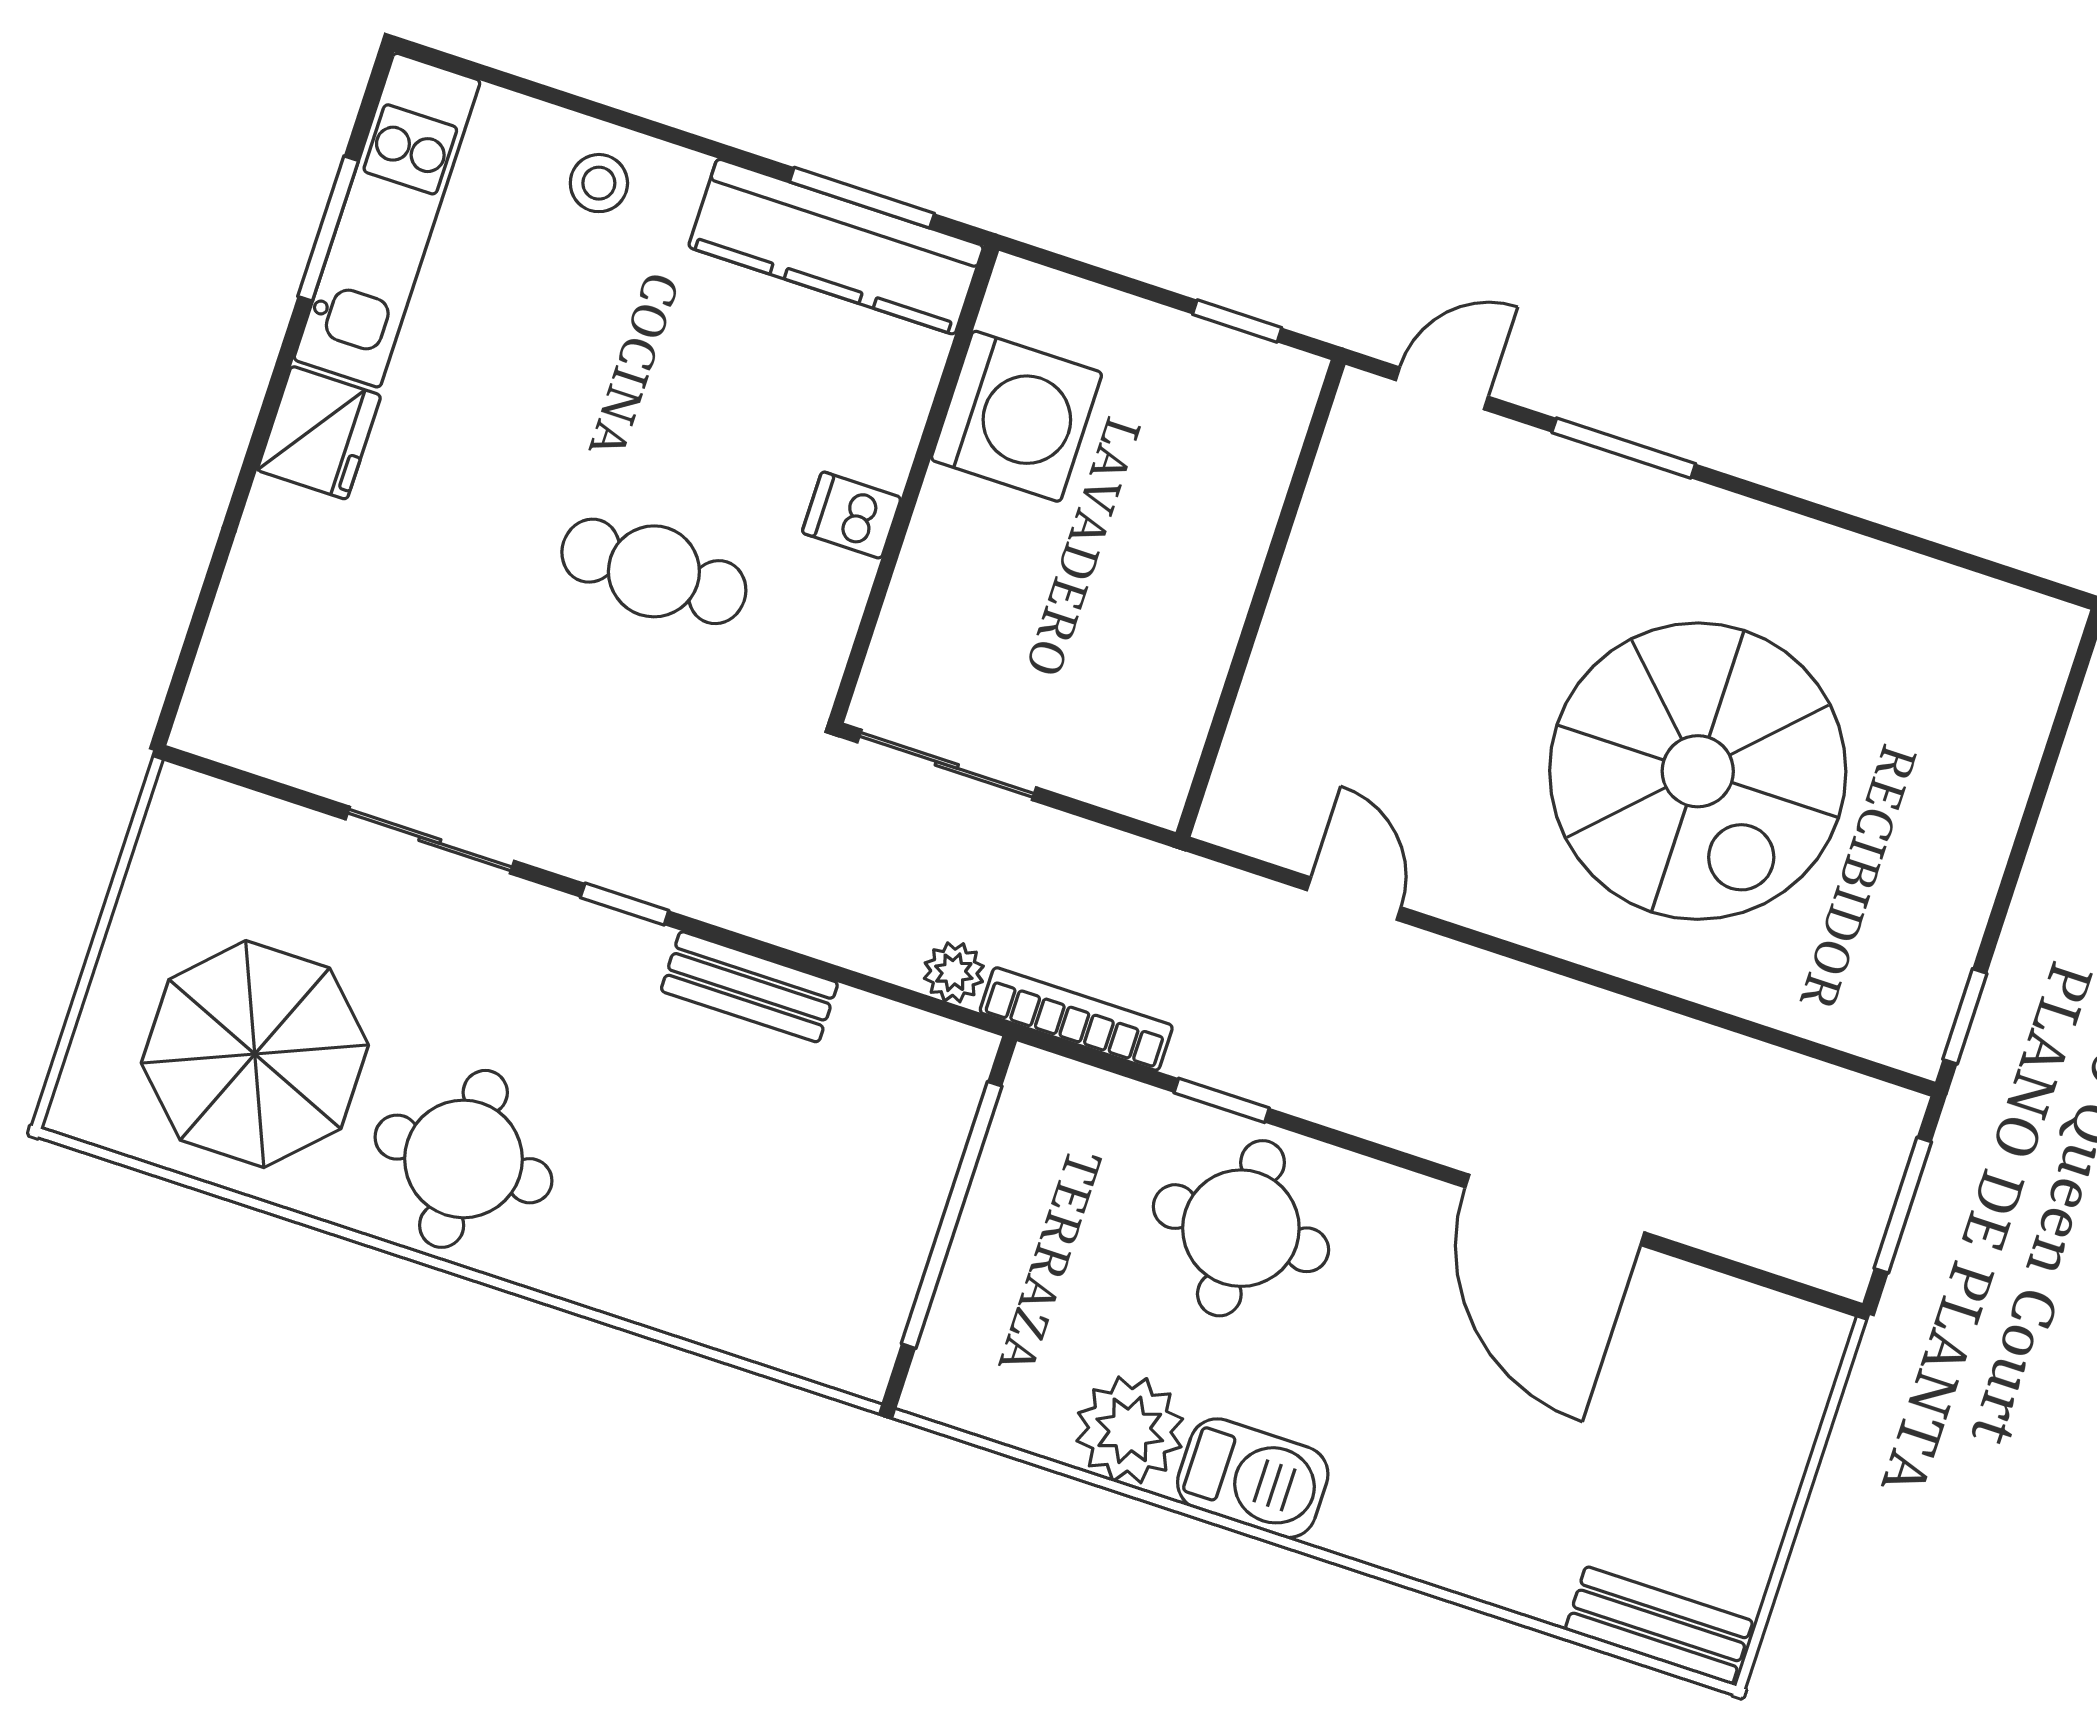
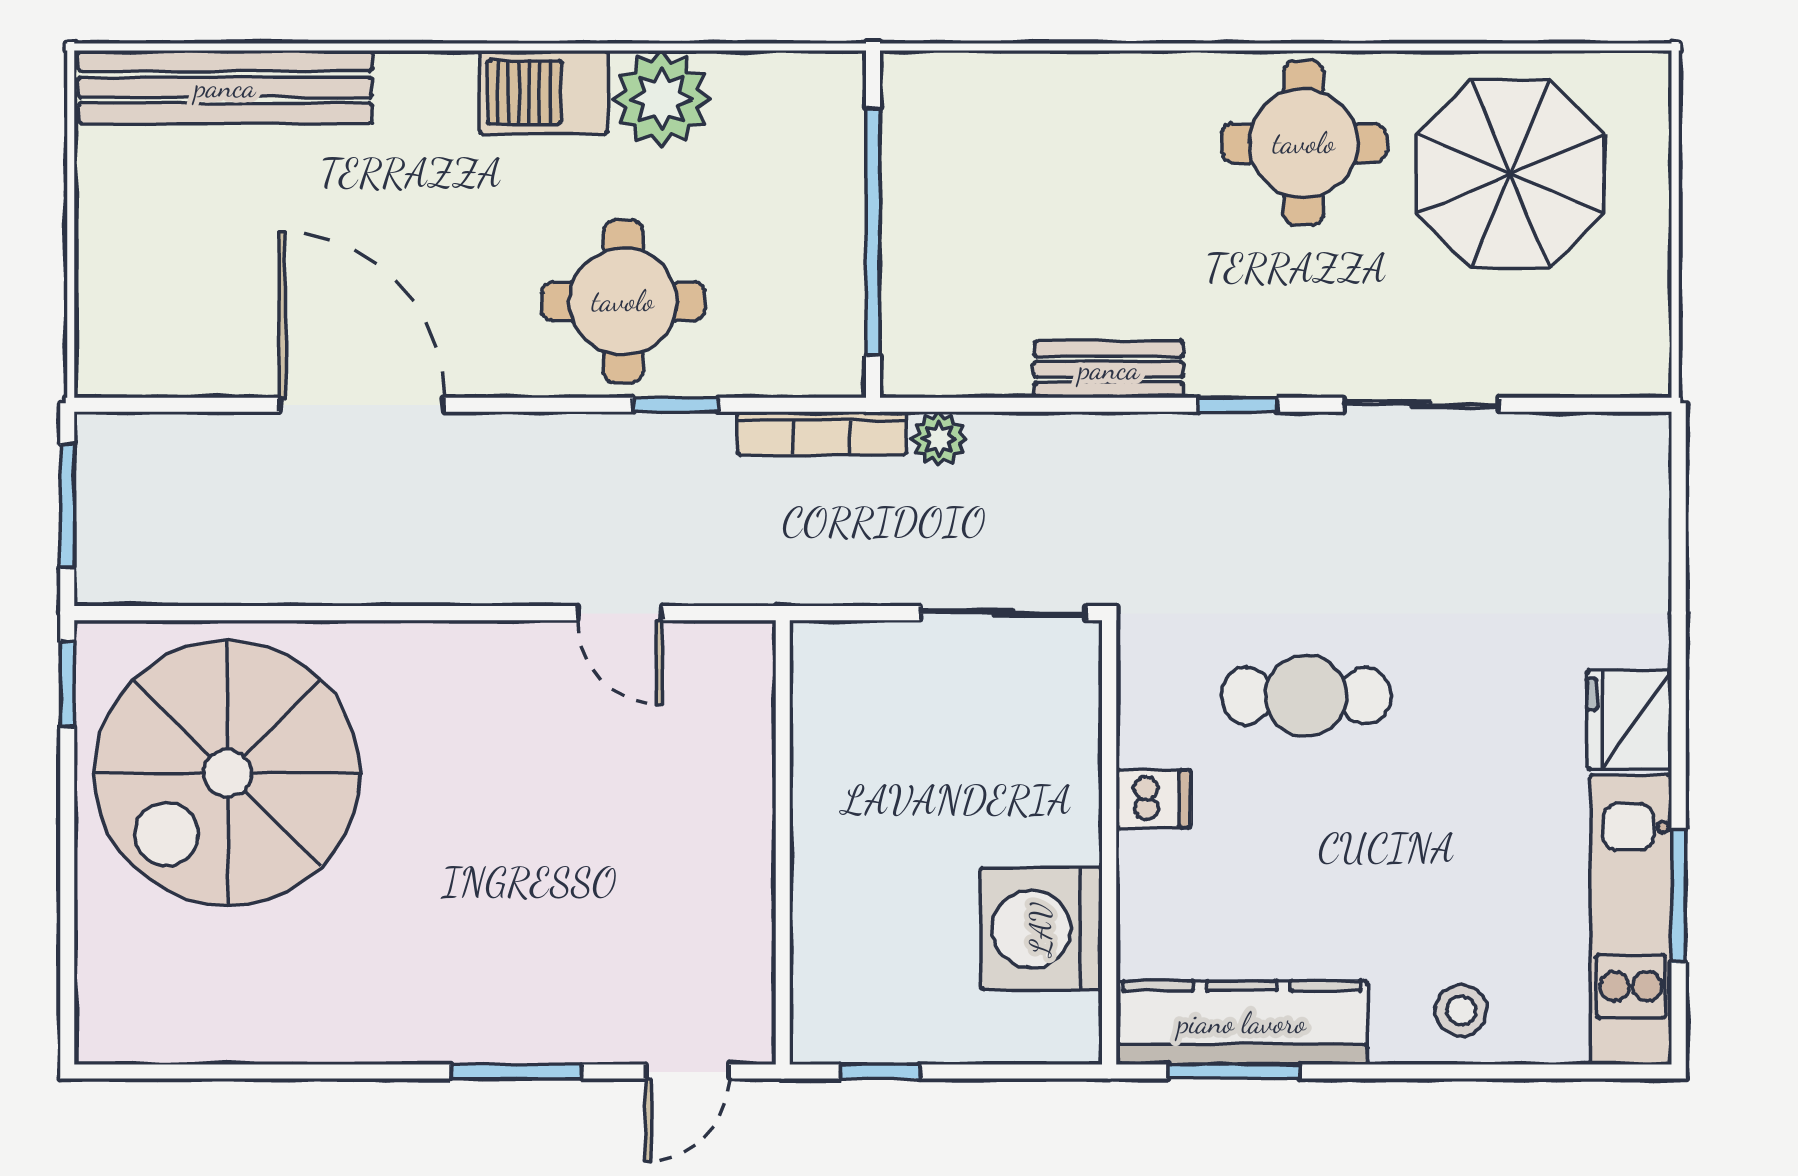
spiral stairs: (1698, 771) -> (227, 773), moved, turned -90
bench: (1659, 1625) -> (225, 87), width x1.86, depth x1.21

